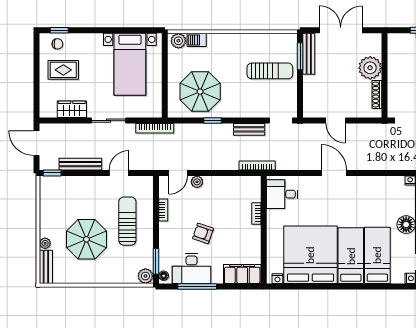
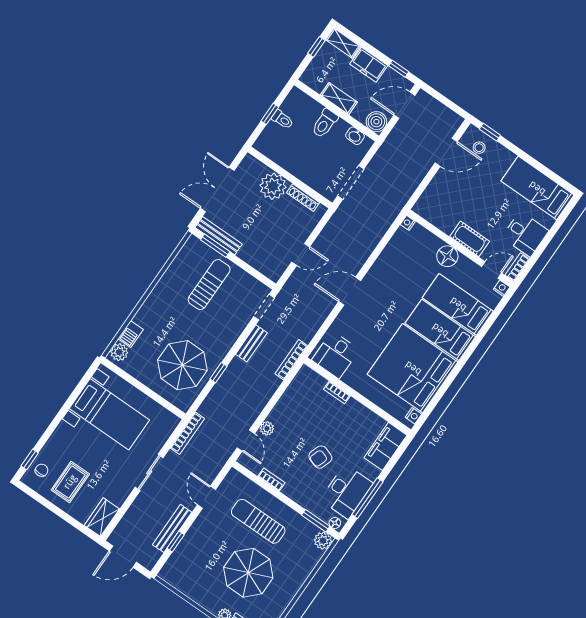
wardrobe: (72, 109) -> (102, 517), moved
window: (52, 173) -> (176, 541), moved

